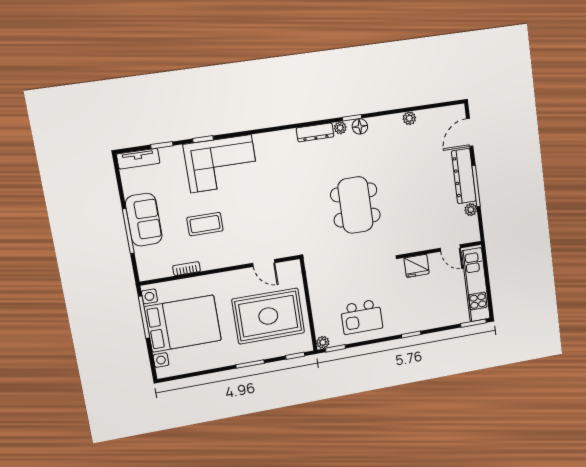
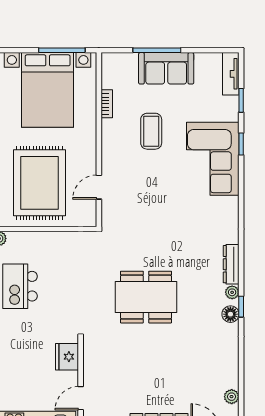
plant: (409, 118) -> (232, 397), moved

